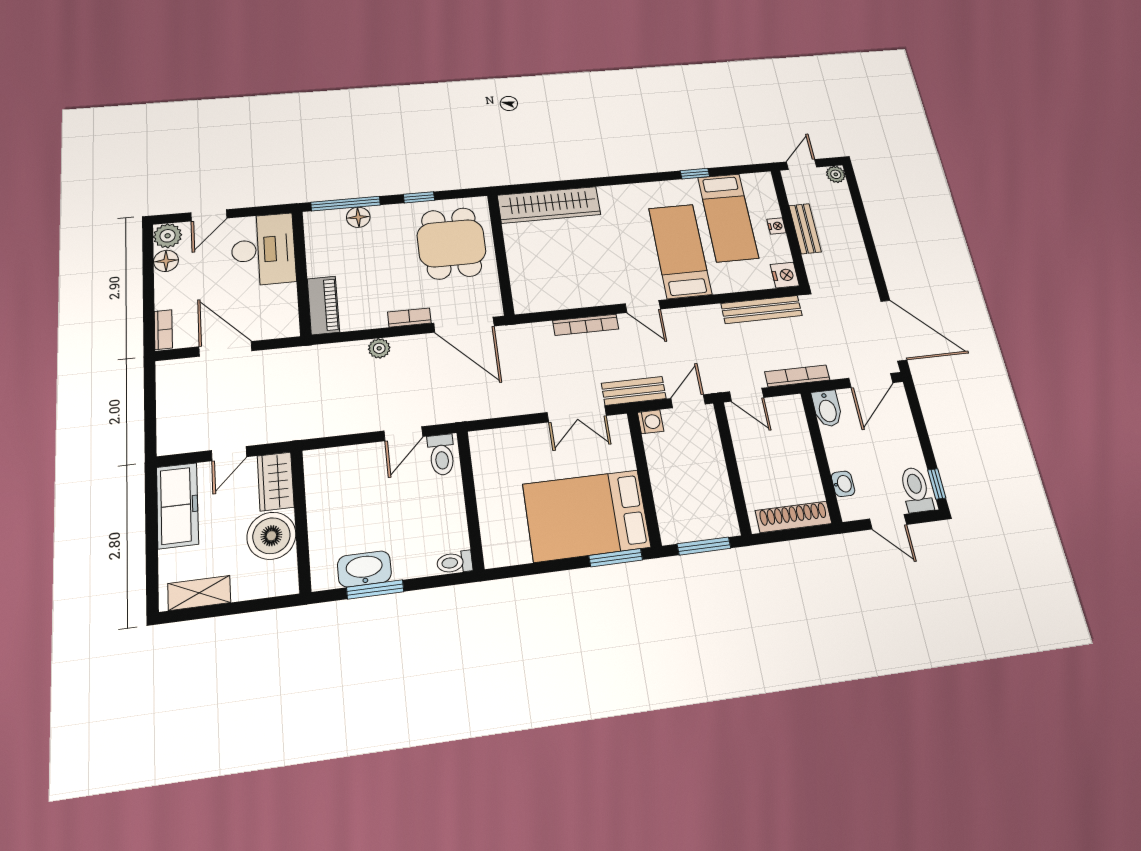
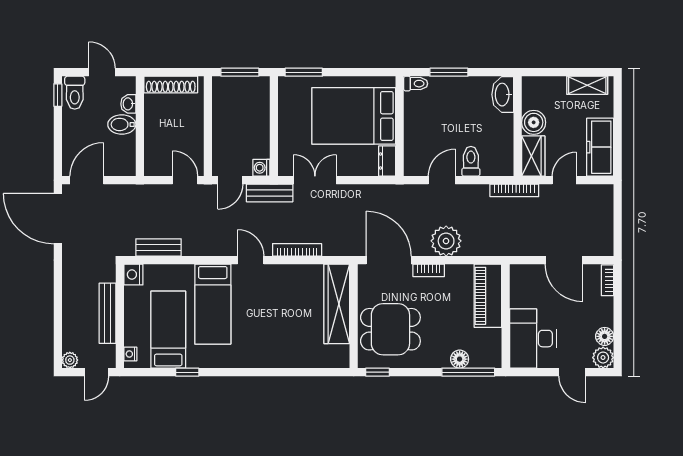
window: (419, 197) -> (378, 372), moved
wardrobe: (549, 205) -> (337, 304), moved, turned -90
door: (209, 215) -> (572, 372), swing flipped
nightstand: (776, 226) -> (130, 354), moved
bench: (805, 229) -> (107, 313), width x1.36
dining table: (451, 243) -> (390, 329), turned 90
piano: (323, 305) -> (488, 296), width x1.37, depth x1.33
bench: (762, 310) -> (158, 247), width x0.73
plant: (379, 348) -> (446, 241), width x1.88, depth x1.88
bookcase: (797, 376) -> (514, 190), moved
bidet: (827, 409) -> (122, 124), moved, turned -90
dresser: (482, 450) -> (387, 161), added
toilet: (442, 455) -> (471, 161), moved
bed: (586, 516) -> (354, 116), moved, turned 180
boiler: (271, 536) -> (534, 122), width x0.73, depth x0.73
washbasin: (364, 569) -> (503, 95), moved, turned 90
window: (375, 590) -> (449, 72), moved

